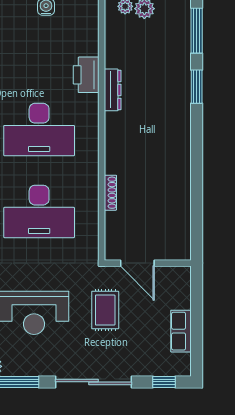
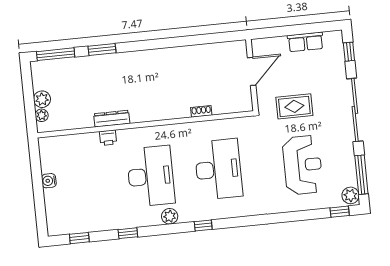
printer: (86, 75) -> (108, 138), width x0.53, depth x0.68
shoe rack: (110, 193) -> (201, 111), width x0.70
door: (137, 263) -> (252, 71), moved

